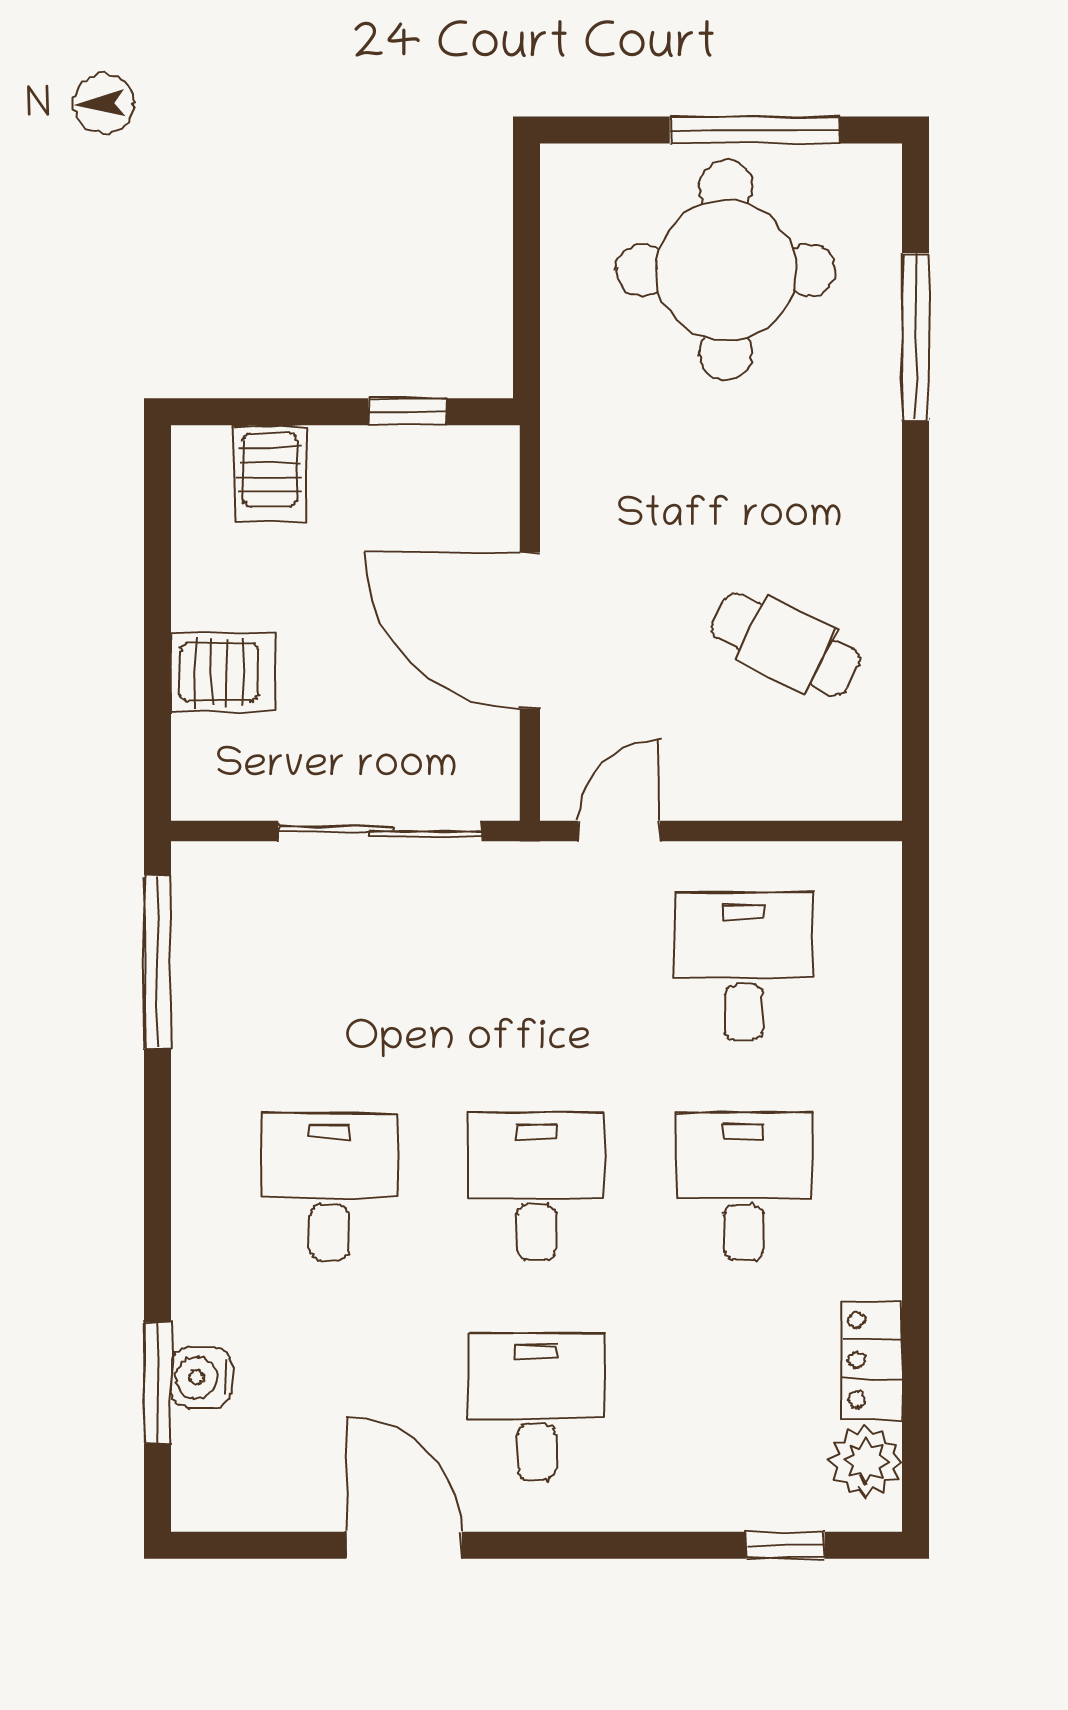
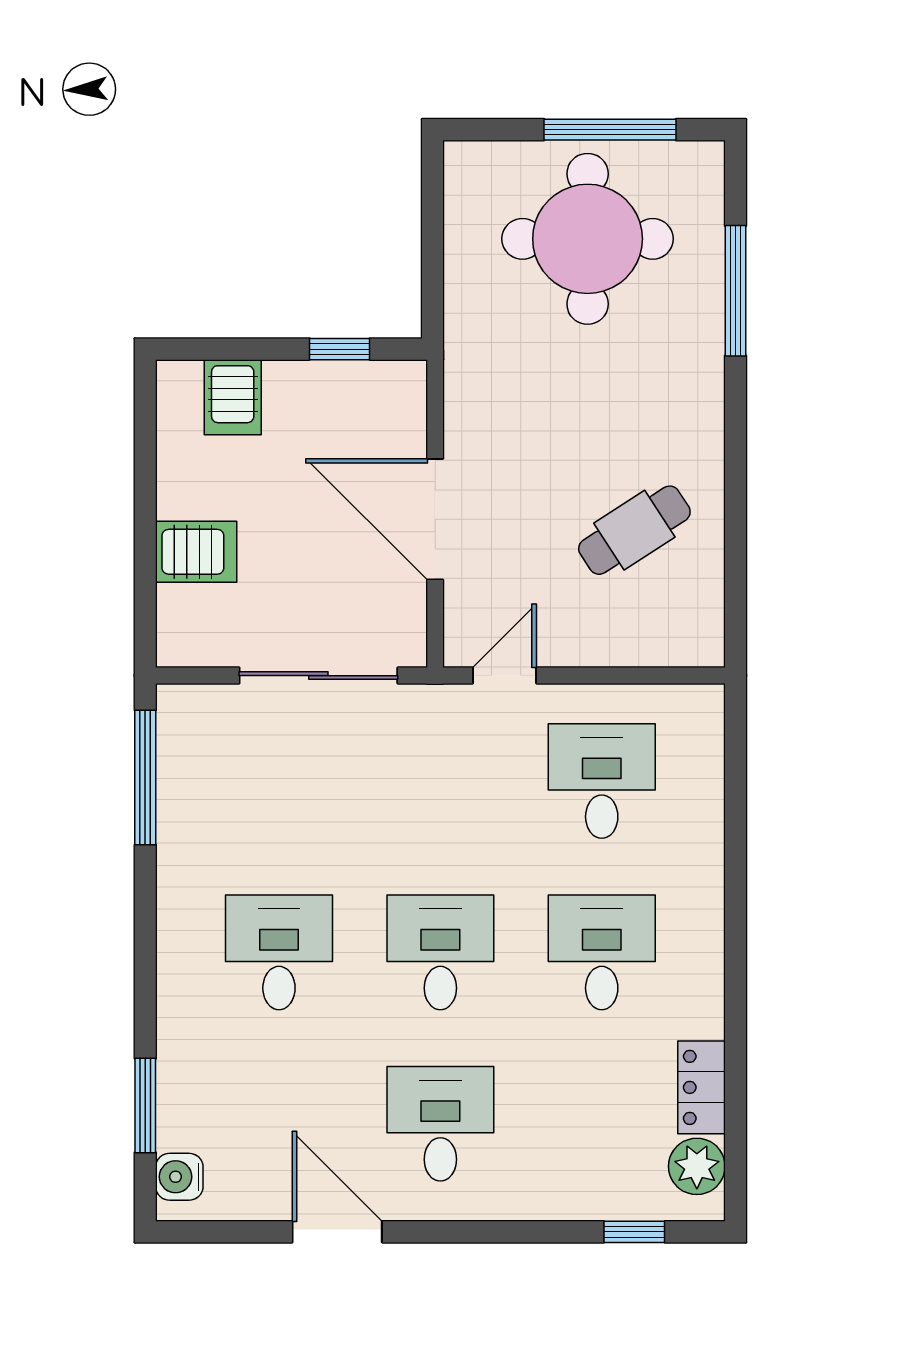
cafe table: (786, 644) -> (634, 530), turned -59
water cooler: (201, 1378) -> (179, 1177), moved

